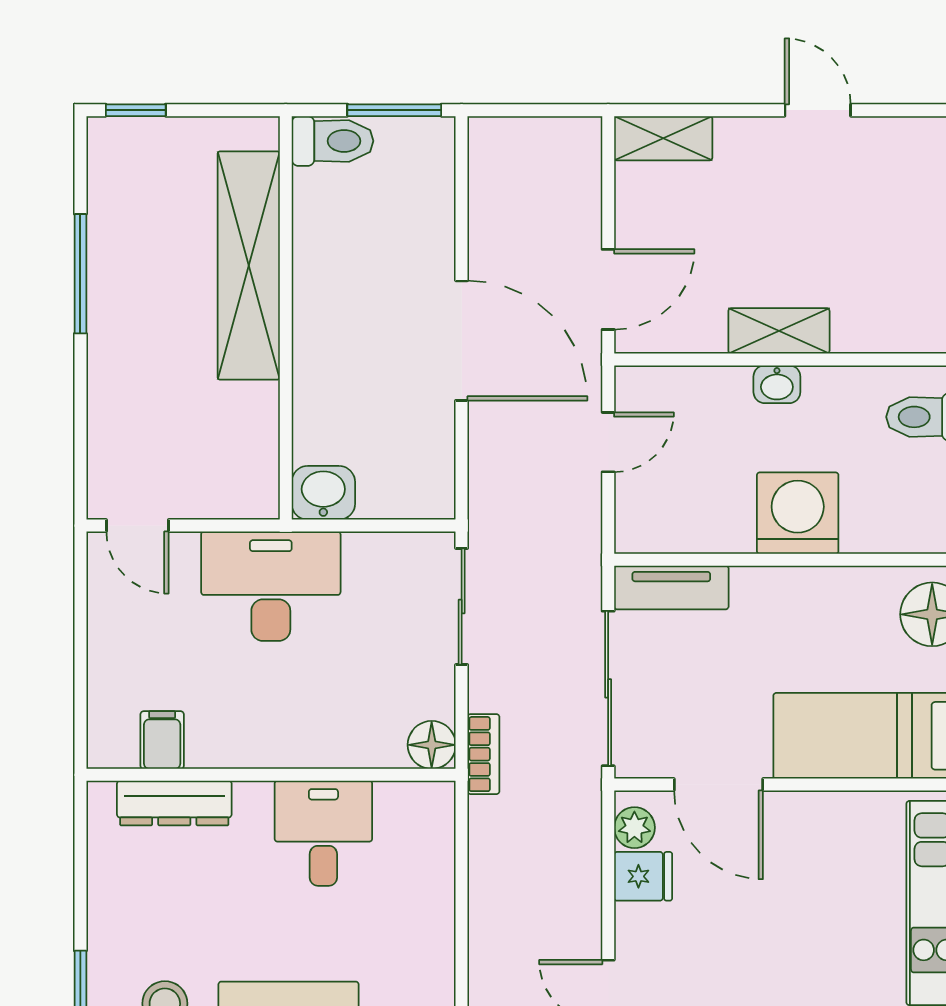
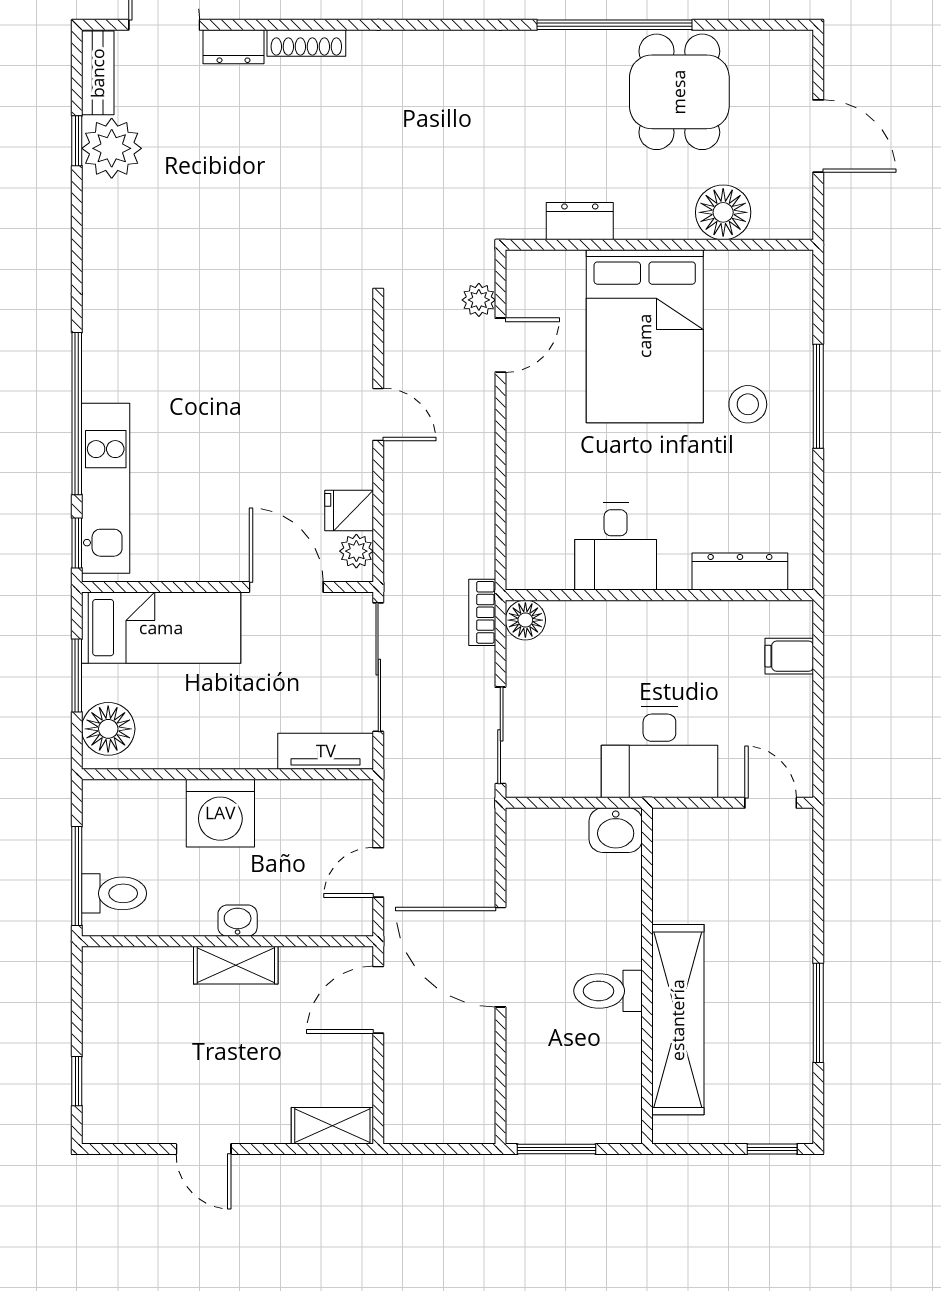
toilet: (332, 141) -> (608, 991), moved
filing cabinet: (162, 740) -> (789, 656), moved, turned 90

